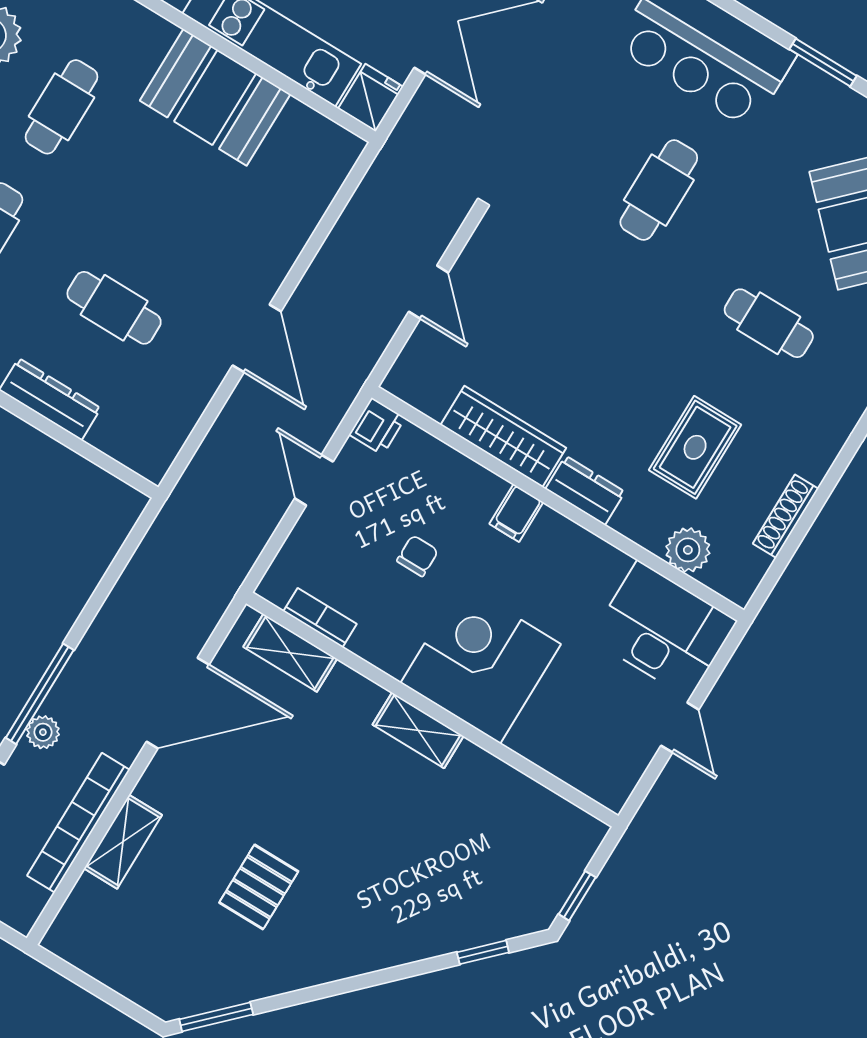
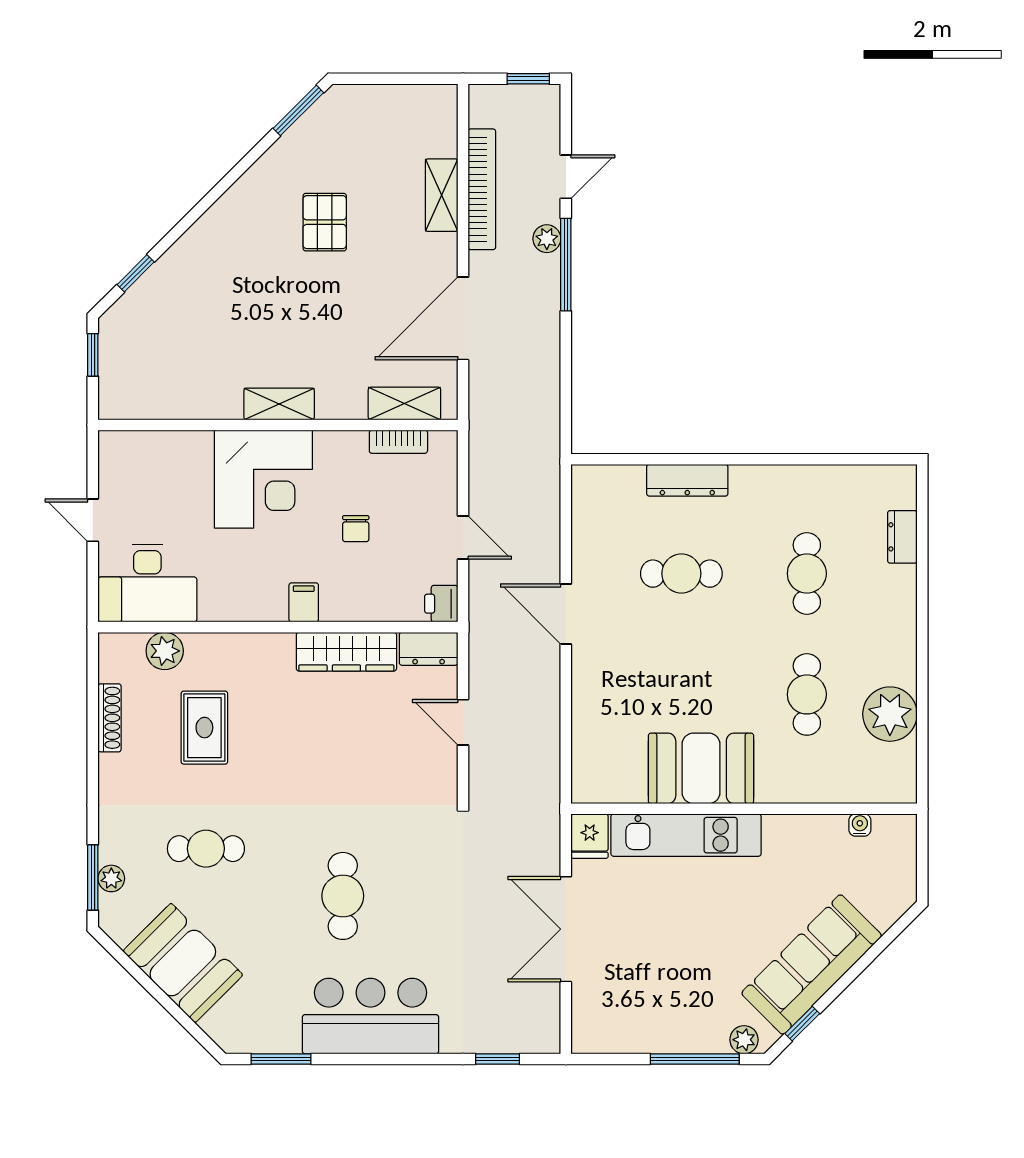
dresser: (585, 490) -> (429, 649), moved

